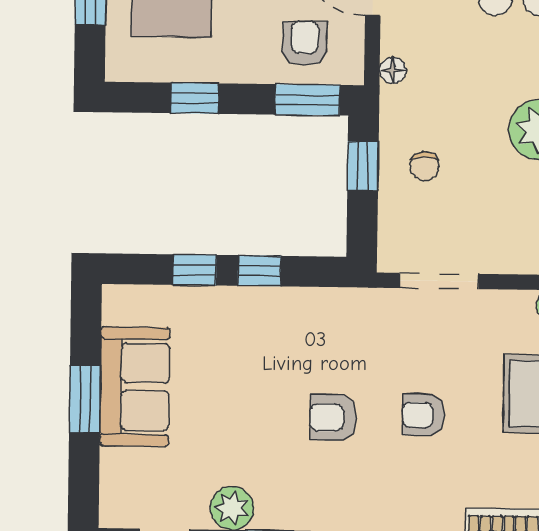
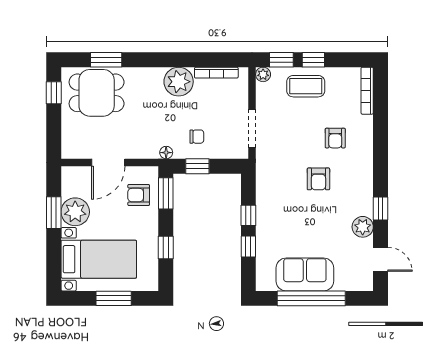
floor lamp: (393, 70) -> (166, 153), moved
window: (85, 399) -> (311, 298), width x2.11
armchair: (424, 415) -> (335, 138), moved

